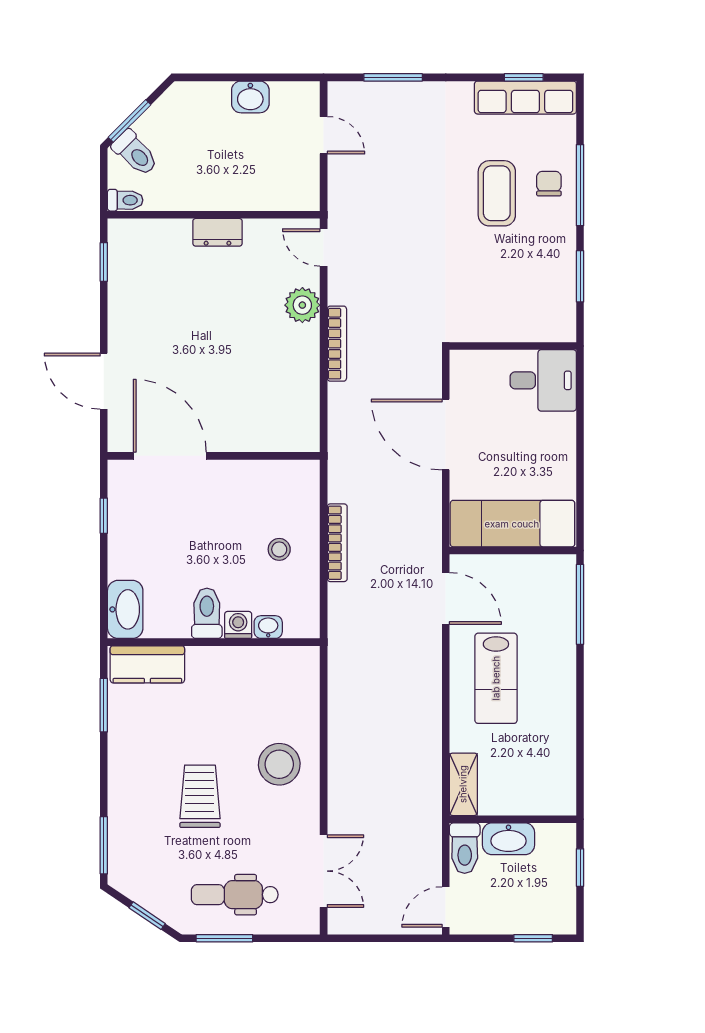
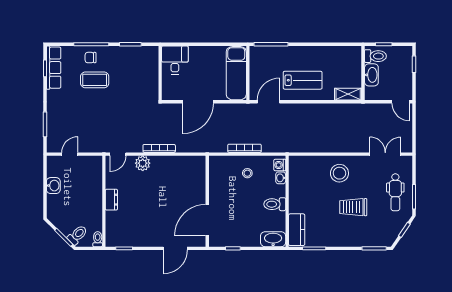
washing machine: (238, 625) -> (280, 165), moved
toilet: (465, 848) -> (375, 56), moved

